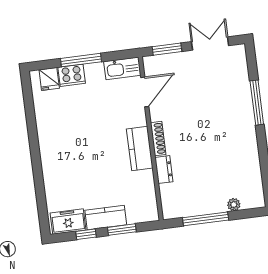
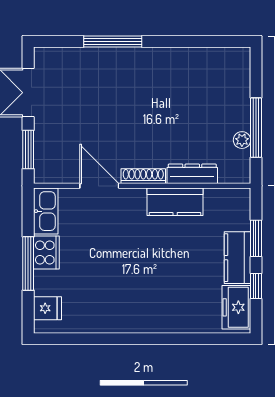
cooker: (72, 75) -> (46, 253), moved
door: (145, 92) -> (99, 186), moved
kitchen counter: (140, 148) -> (175, 202), moved
dresser: (164, 170) -> (192, 174), width x1.44
plant: (234, 205) -> (242, 140), moved

